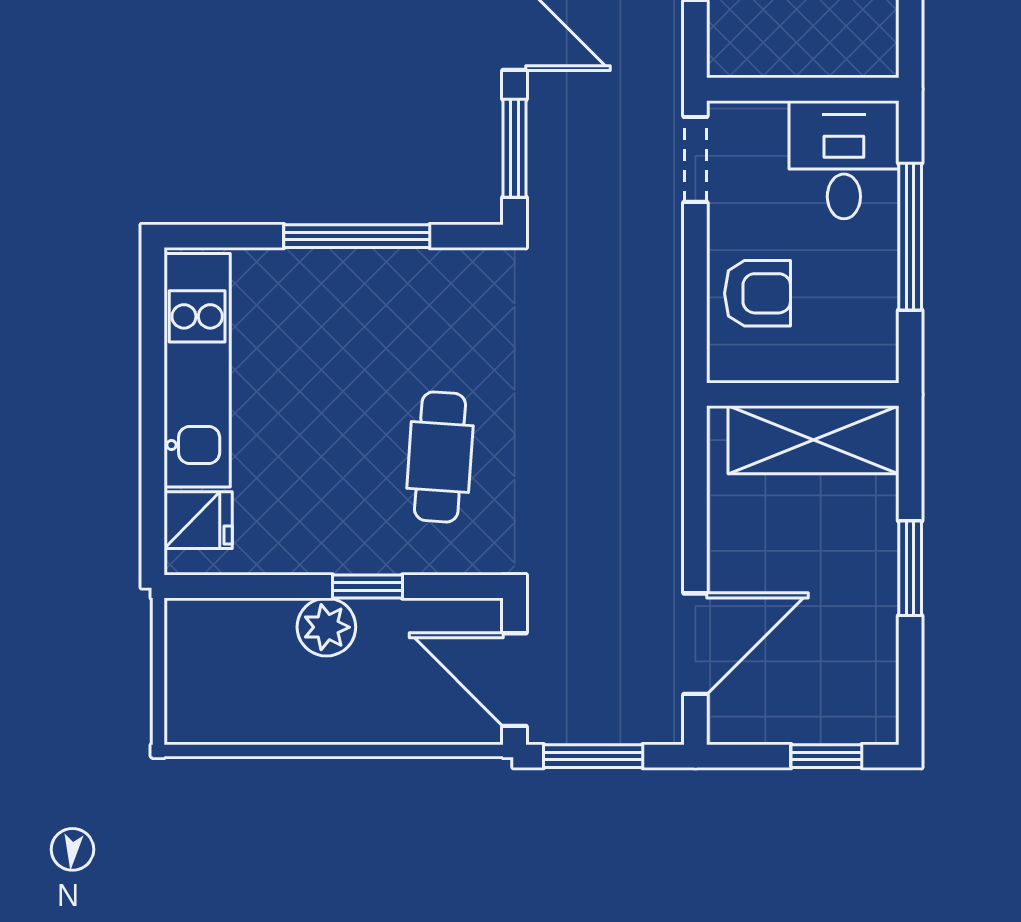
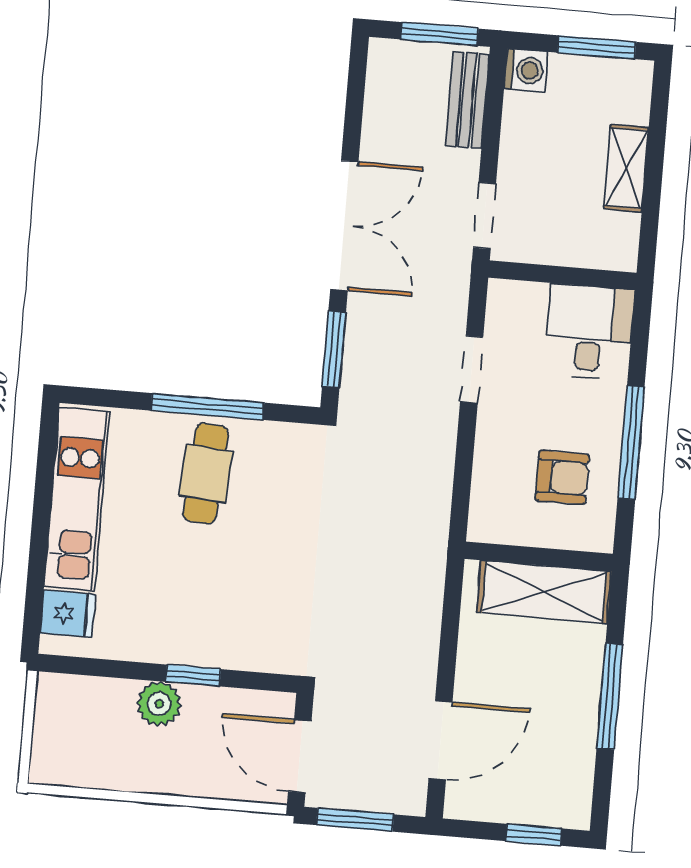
wall: (803, 89) -> (562, 275), moved
desk: (844, 160) -> (589, 332), moved
armchair: (758, 293) -> (562, 477), moved
cafe table: (440, 457) -> (206, 474), moved
window: (910, 568) -> (610, 696), width x1.44

